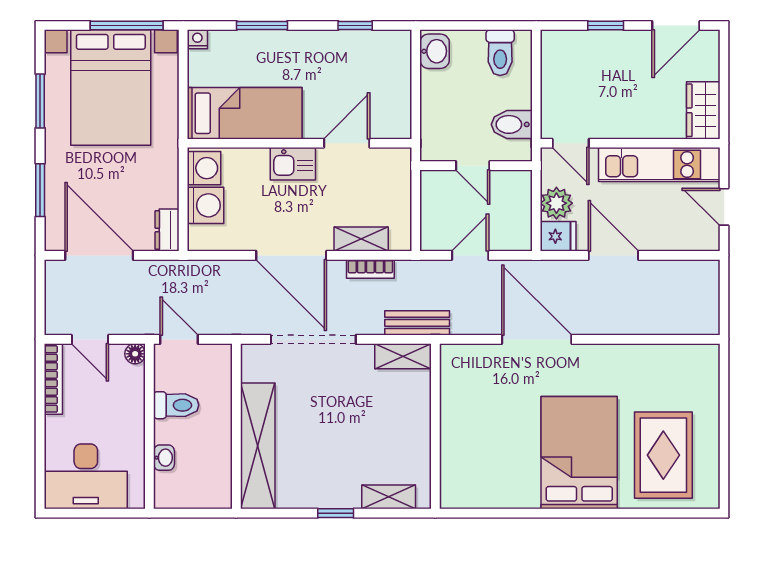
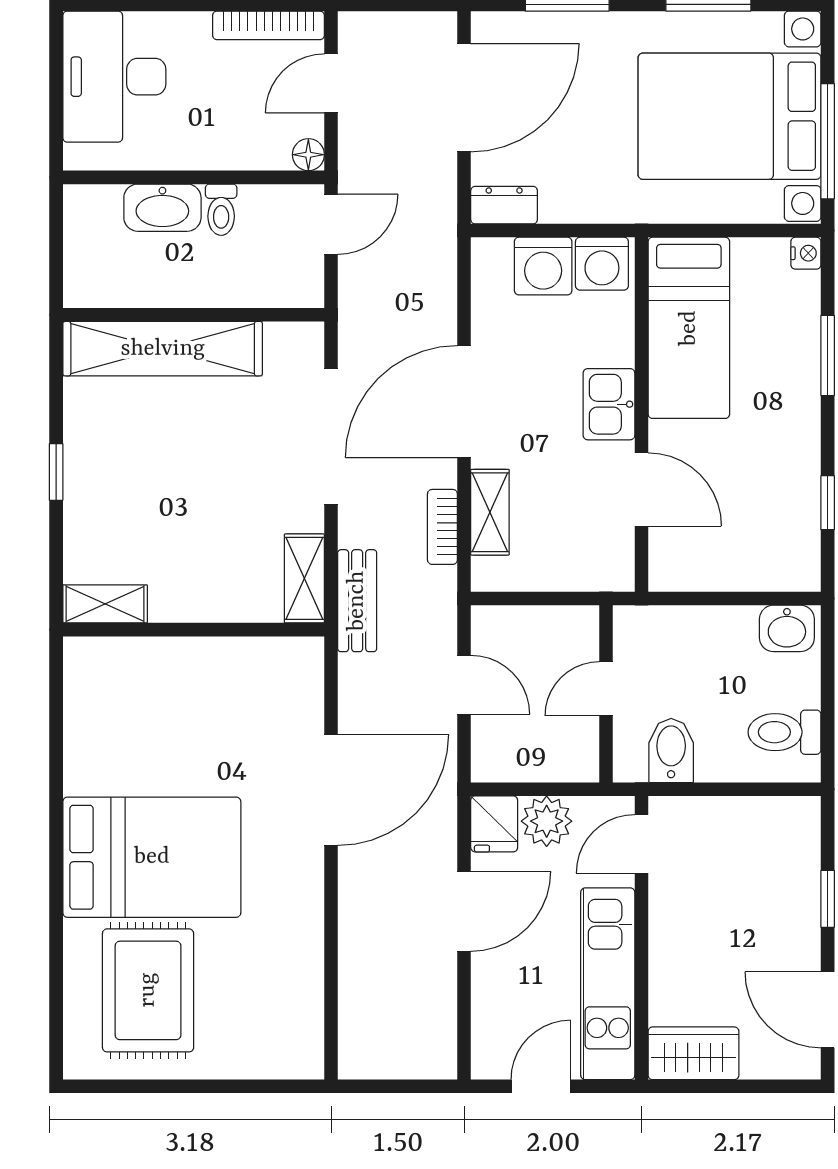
toilet: (176, 405) -> (221, 210), width x0.73, depth x0.72
rug: (663, 455) -> (148, 990), turned 90
washbasin: (164, 458) -> (162, 208), width x1.91, depth x1.45
shelving: (389, 497) -> (105, 604), moved, turned 90

